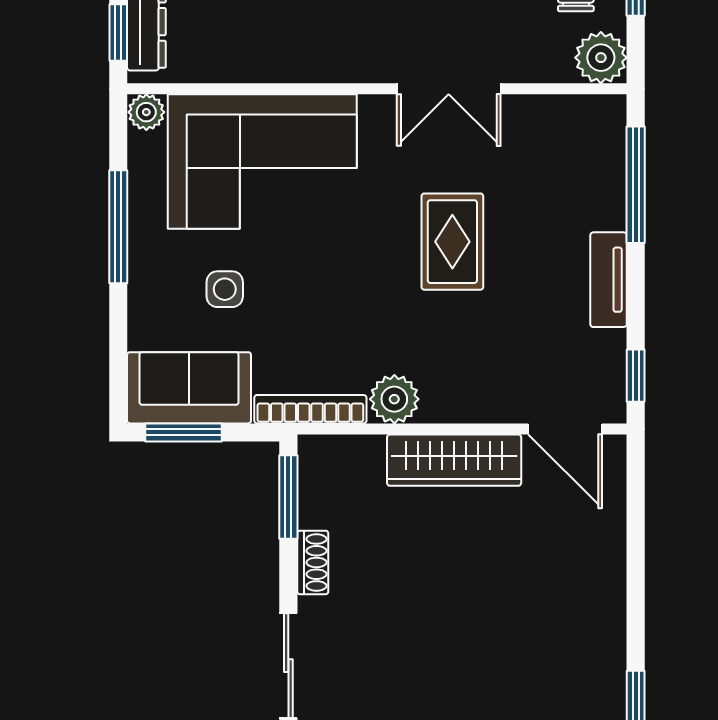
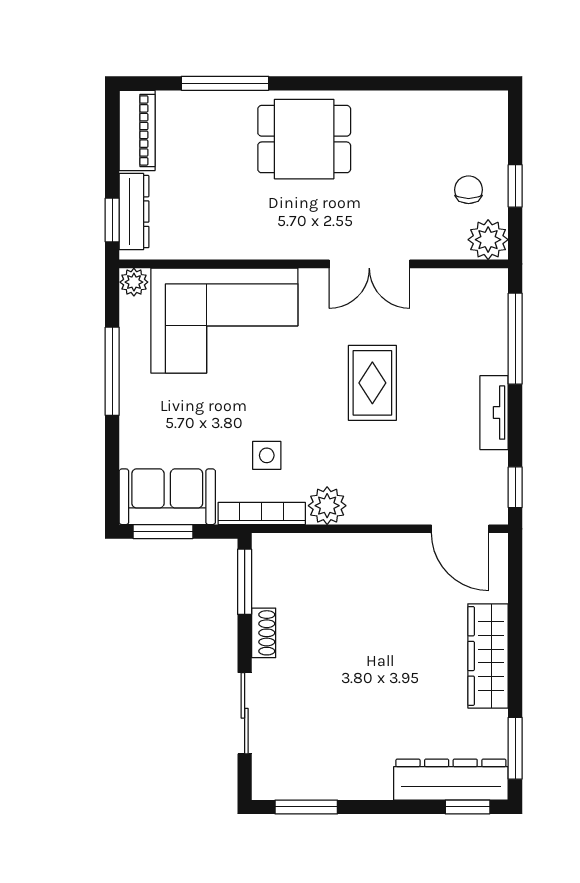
side table: (225, 289) -> (267, 455), moved
wardrobe: (454, 460) -> (488, 656), moved, turned 90

